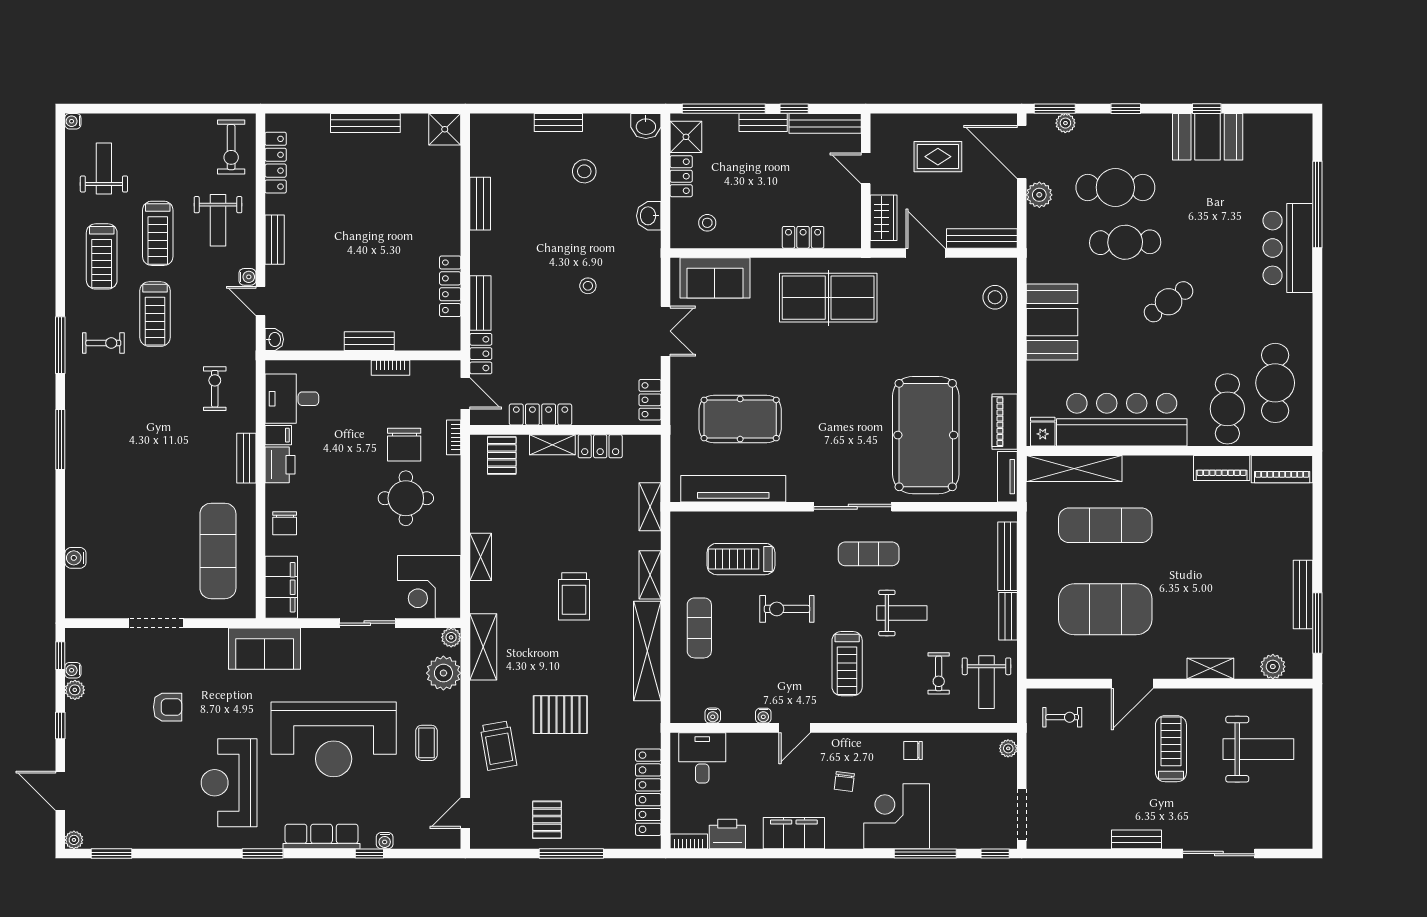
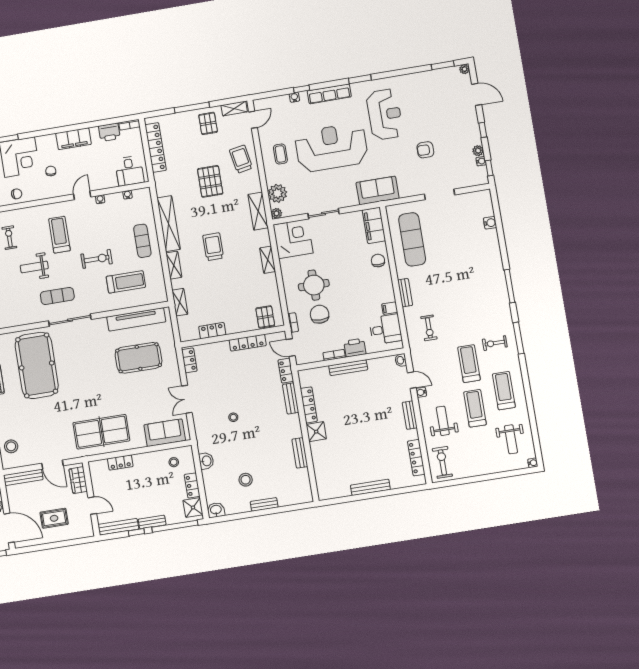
shower: (445, 129) -> (316, 432), moved
bench: (369, 341) -> (348, 368), width x1.36
shelving: (552, 445) -> (234, 109), moved
printer: (280, 465) -> (355, 348), moved, turned 90
pallet: (560, 715) -> (210, 181), turned 90

